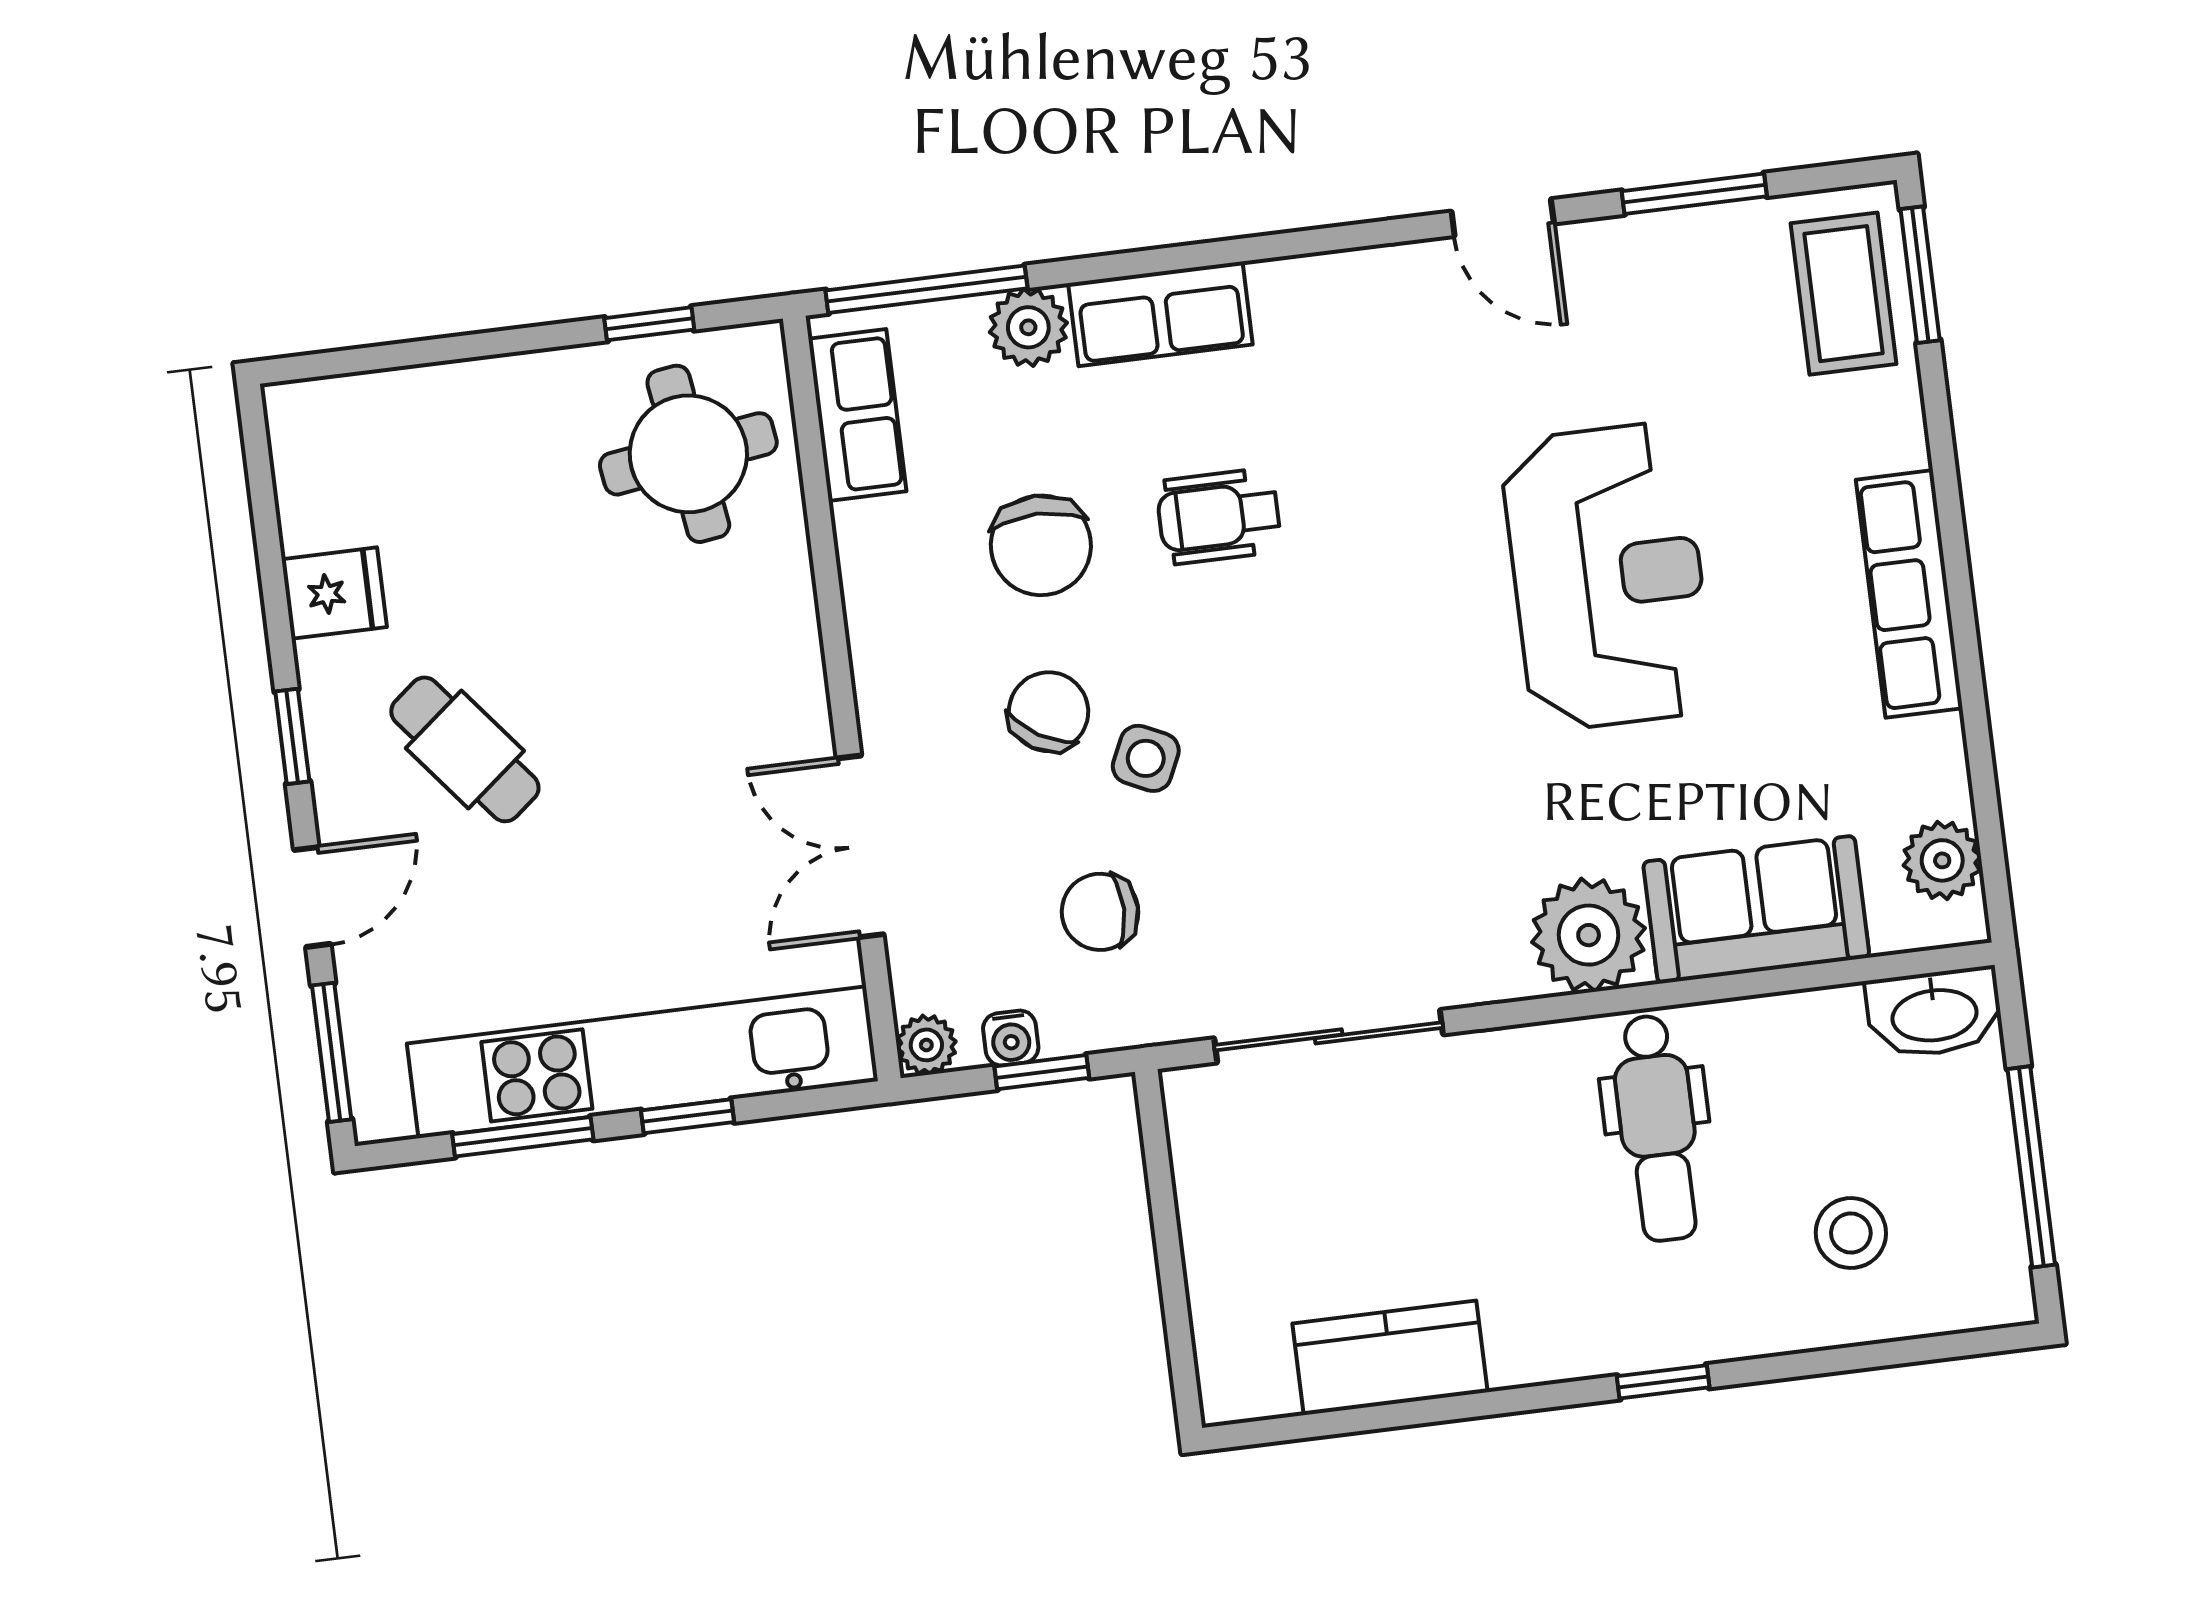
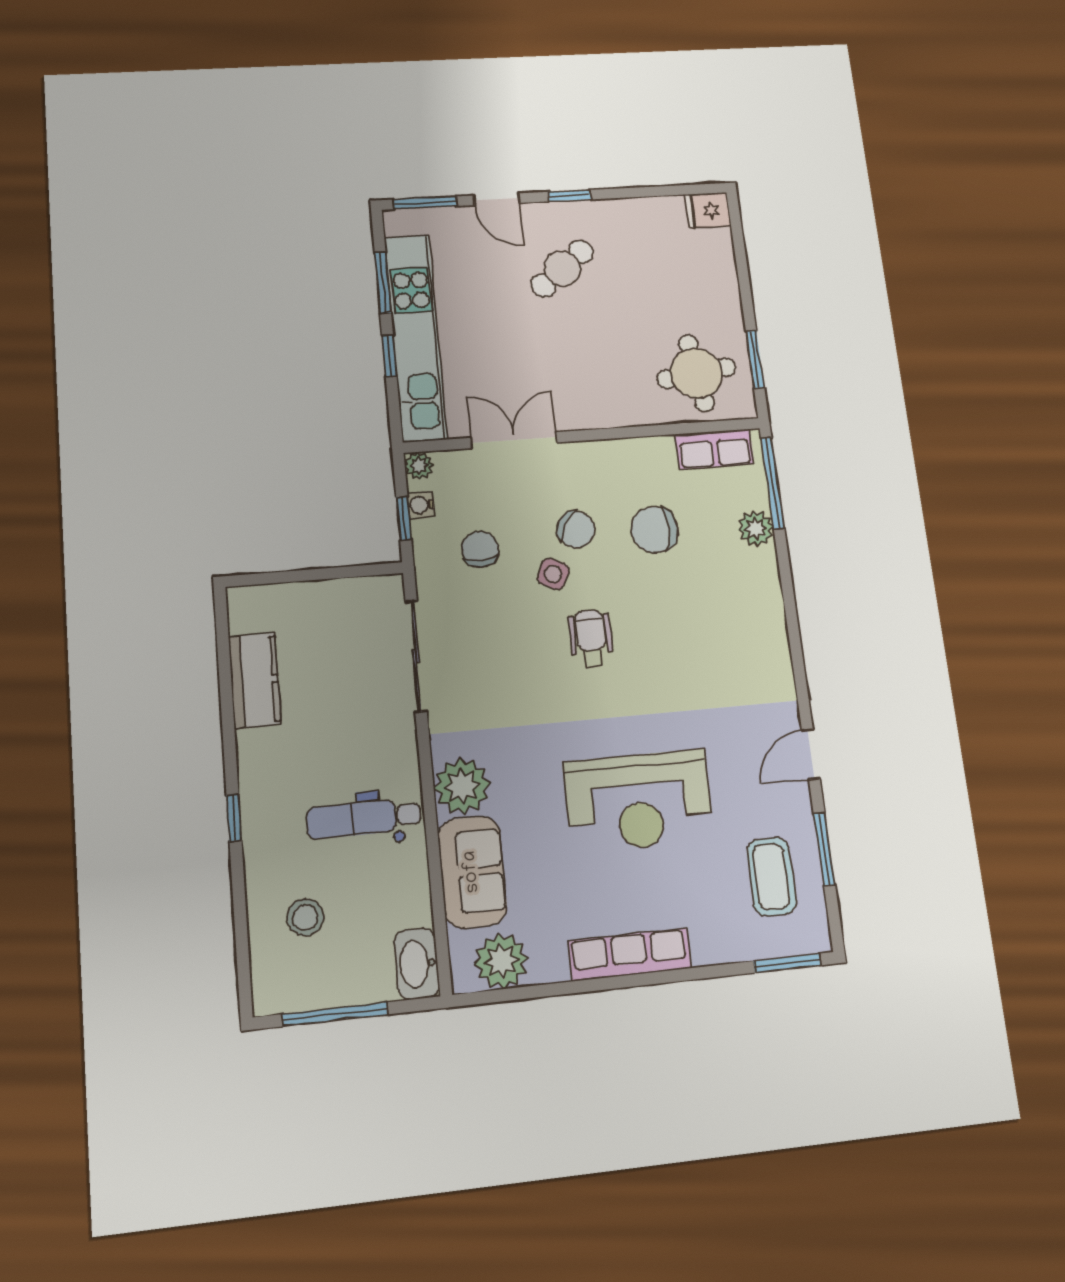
coffee table: (1844, 294) -> (771, 876), moved, turned 90
row of seats: (1160, 314) -> (763, 590), removed
window: (649, 324) -> (755, 359), width x1.50
wheelchair: (1219, 516) -> (591, 639), moved
fridge: (334, 593) -> (708, 210), moved, turned 90
plant: (1942, 860) -> (501, 961), width x1.36, depth x1.36

